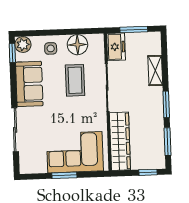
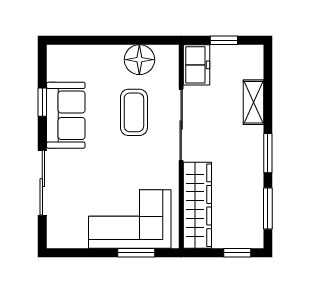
window: (134, 30) -> (224, 40), width x0.67
plant: (23, 45) -> (59, 56), removed
side table: (51, 48) -> (100, 64), removed
window: (12, 53) -> (42, 102), moved
window: (64, 175) -> (136, 253), moved

